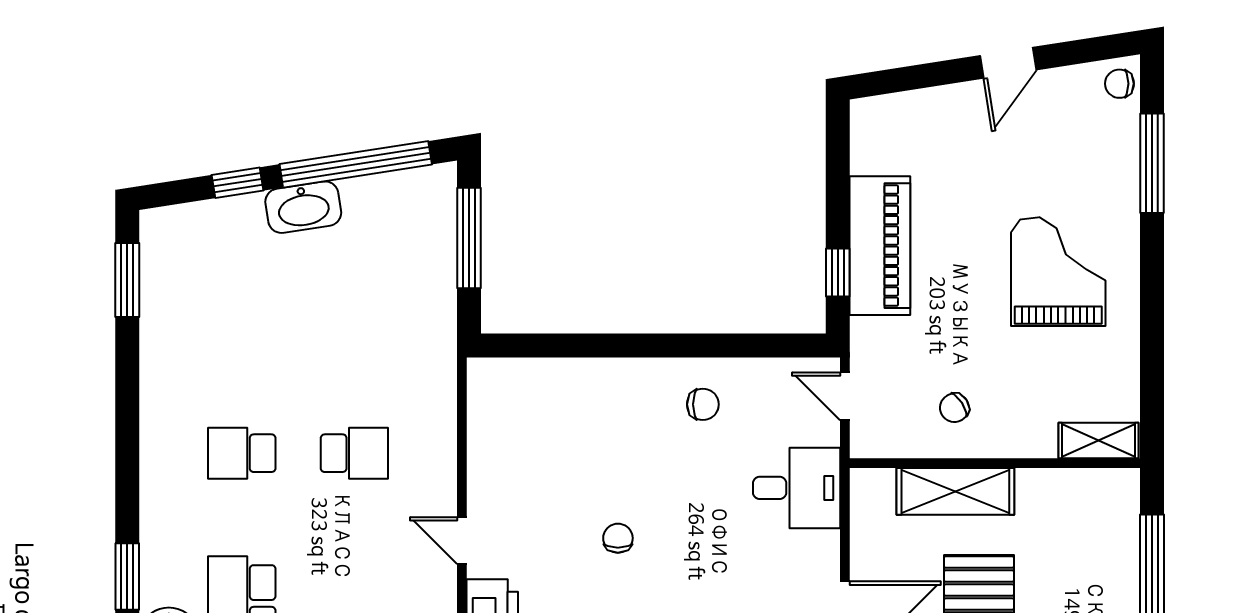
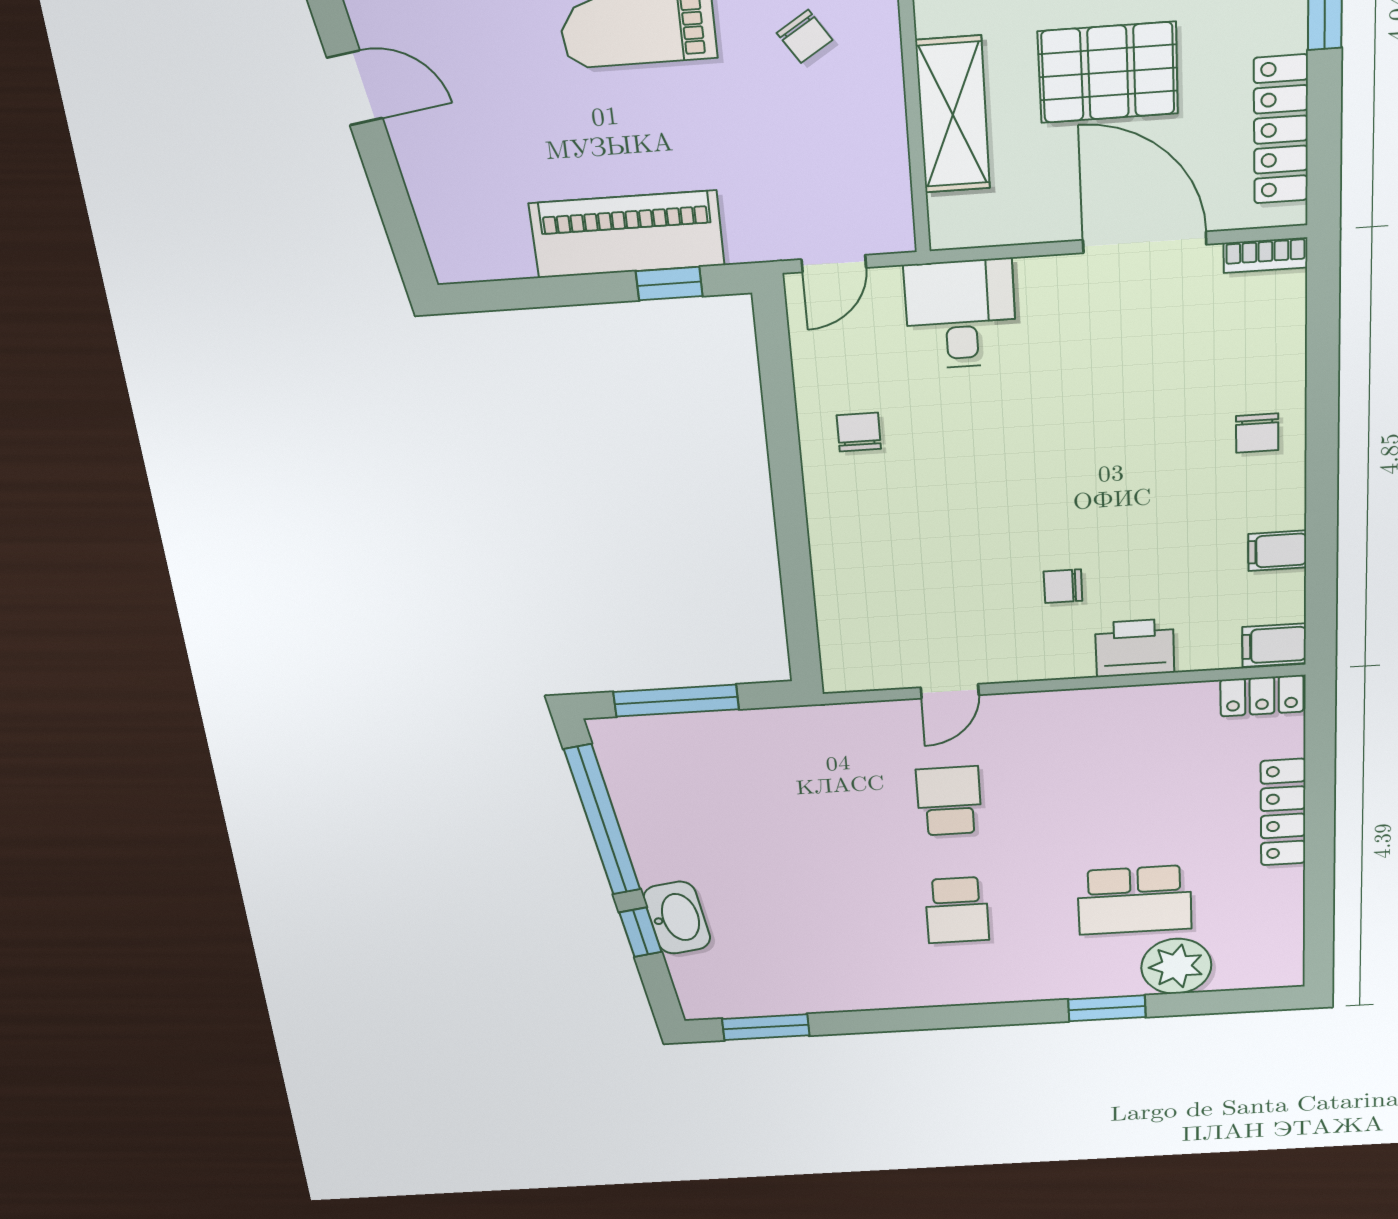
washbasin: (303, 207) -> (677, 918), moved
chair: (954, 408) -> (805, 36), moved
chair: (618, 538) -> (1063, 586), moved
door: (462, 541) -> (950, 691), moved

